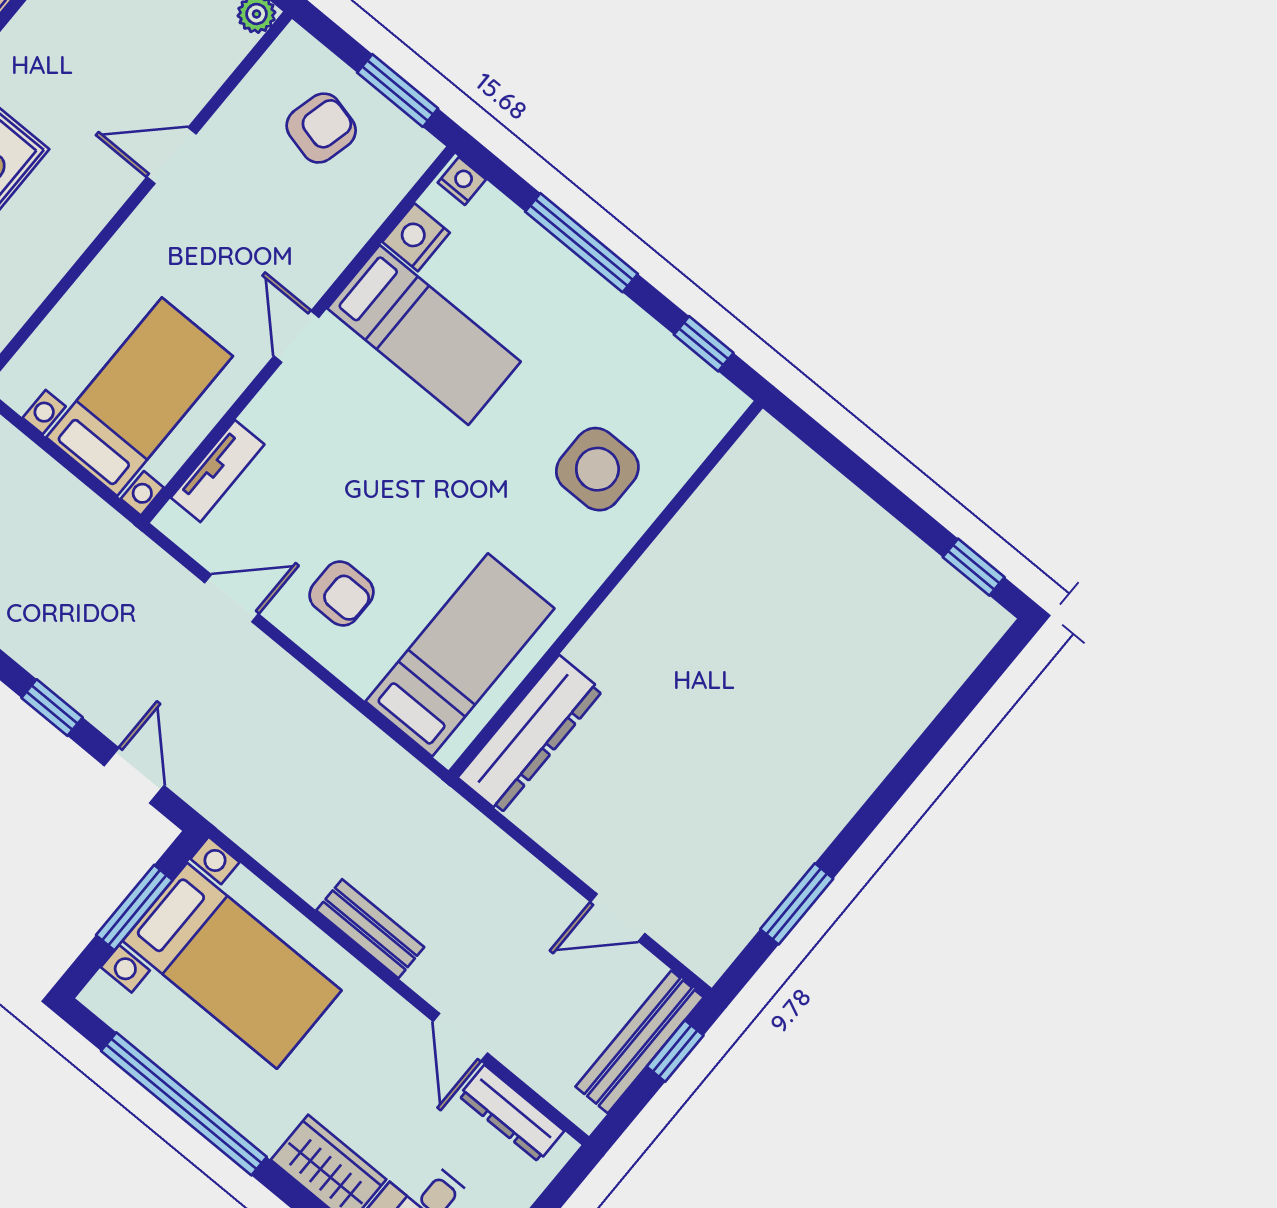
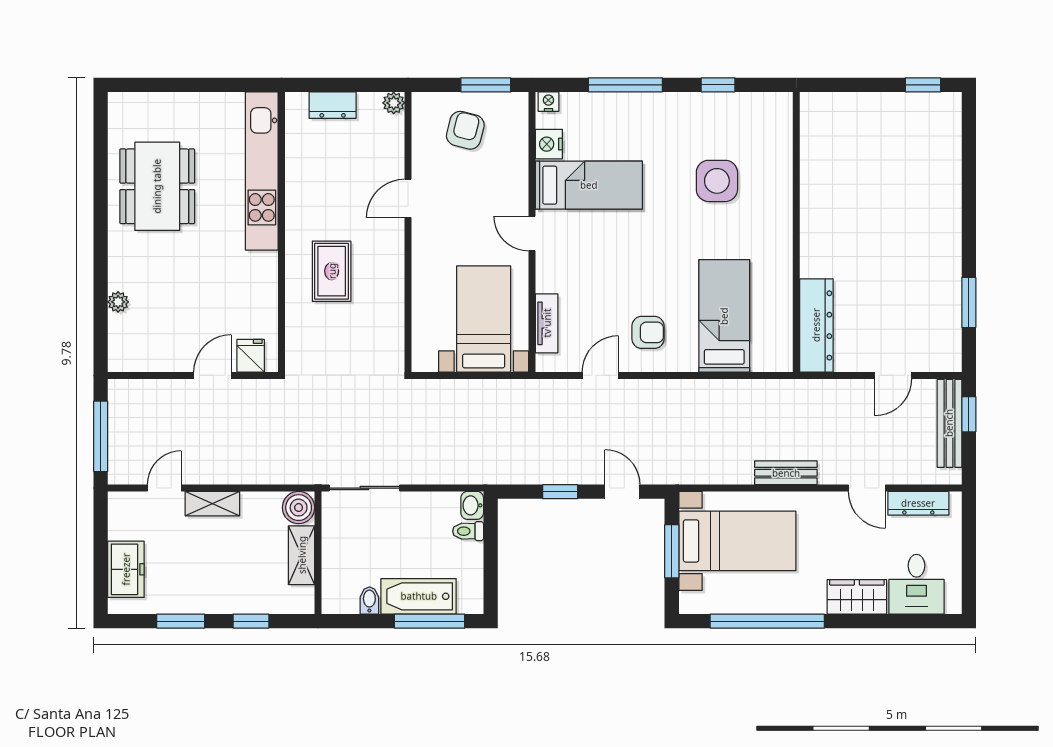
wall: (606, 589) -> (796, 232), moved
dresser: (530, 734) -> (816, 325), moved

